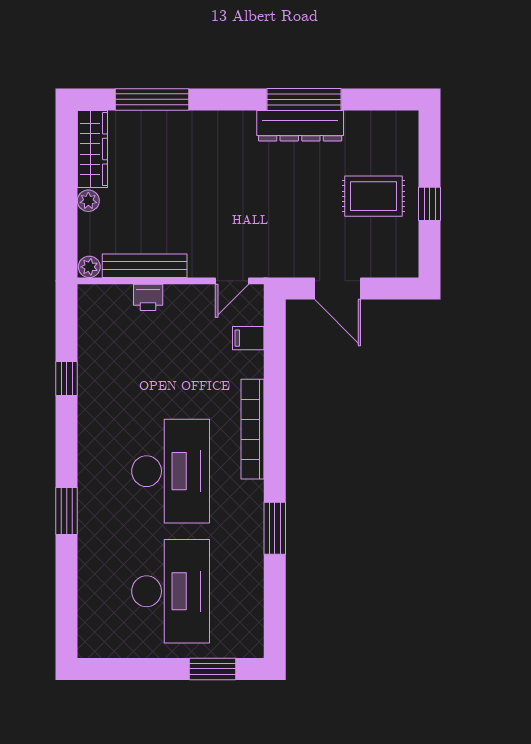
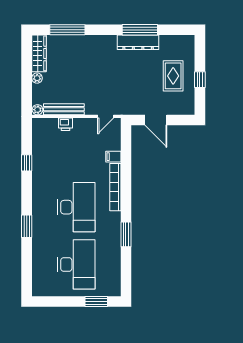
rug: (373, 196) -> (173, 76), turned 90
filing cabinet: (248, 338) -> (113, 157), moved

